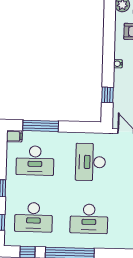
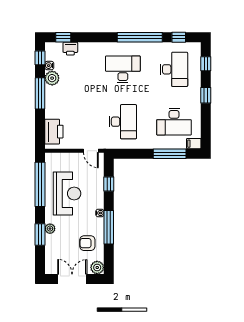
window: (109, 48) -> (109, 227), added
desk: (35, 161) -> (174, 122), turned 180
desk: (34, 217) -> (174, 69), turned 90

